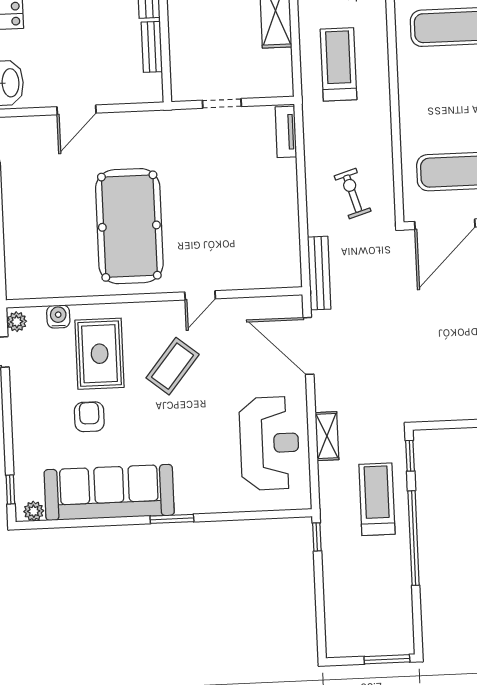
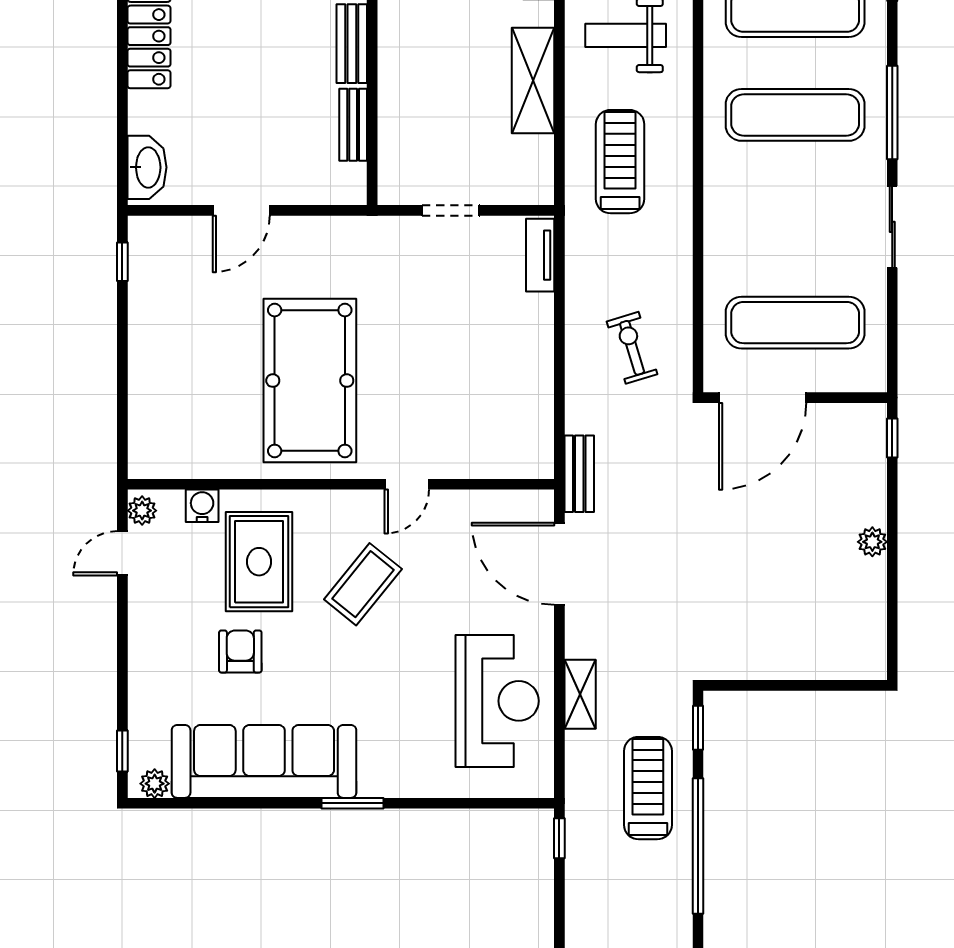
bench: (319, 273) -> (579, 474), width x0.73

